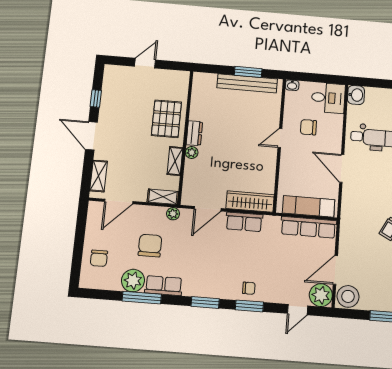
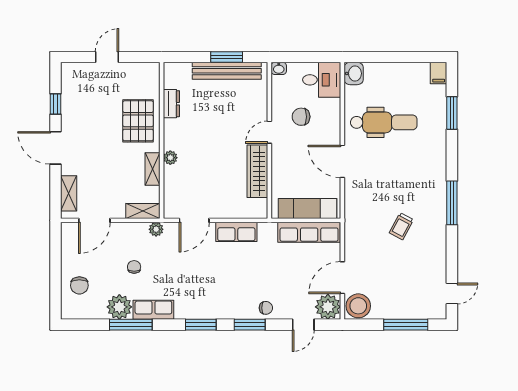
dresser: (194, 133) -> (171, 104), moved
wardrobe: (250, 202) -> (257, 171), moved, turned -90
chair: (150, 246) -> (134, 267), width x0.54, depth x0.54
chair: (249, 288) -> (266, 308), moved

